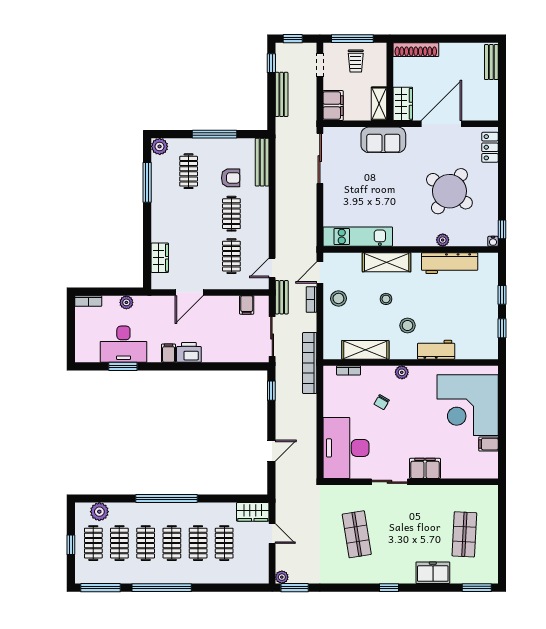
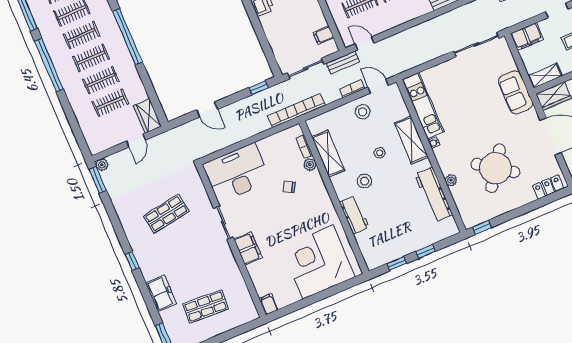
water cooler: (493, 241) -> (434, 143), moved
plant: (402, 372) -> (310, 165), moved
filing cabinet: (488, 444) -> (268, 304), moved

